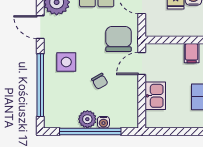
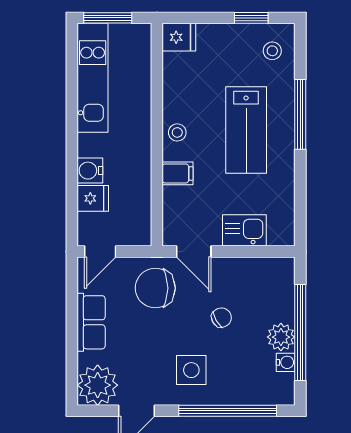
water cooler: (103, 122) -> (286, 362), moved

